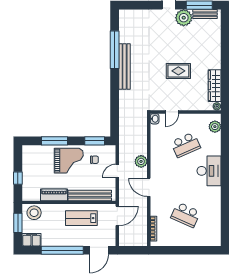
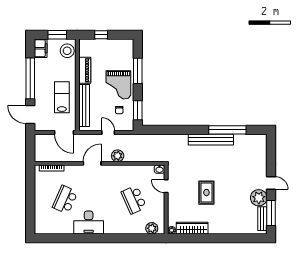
desk: (209, 171) -> (89, 223), moved

